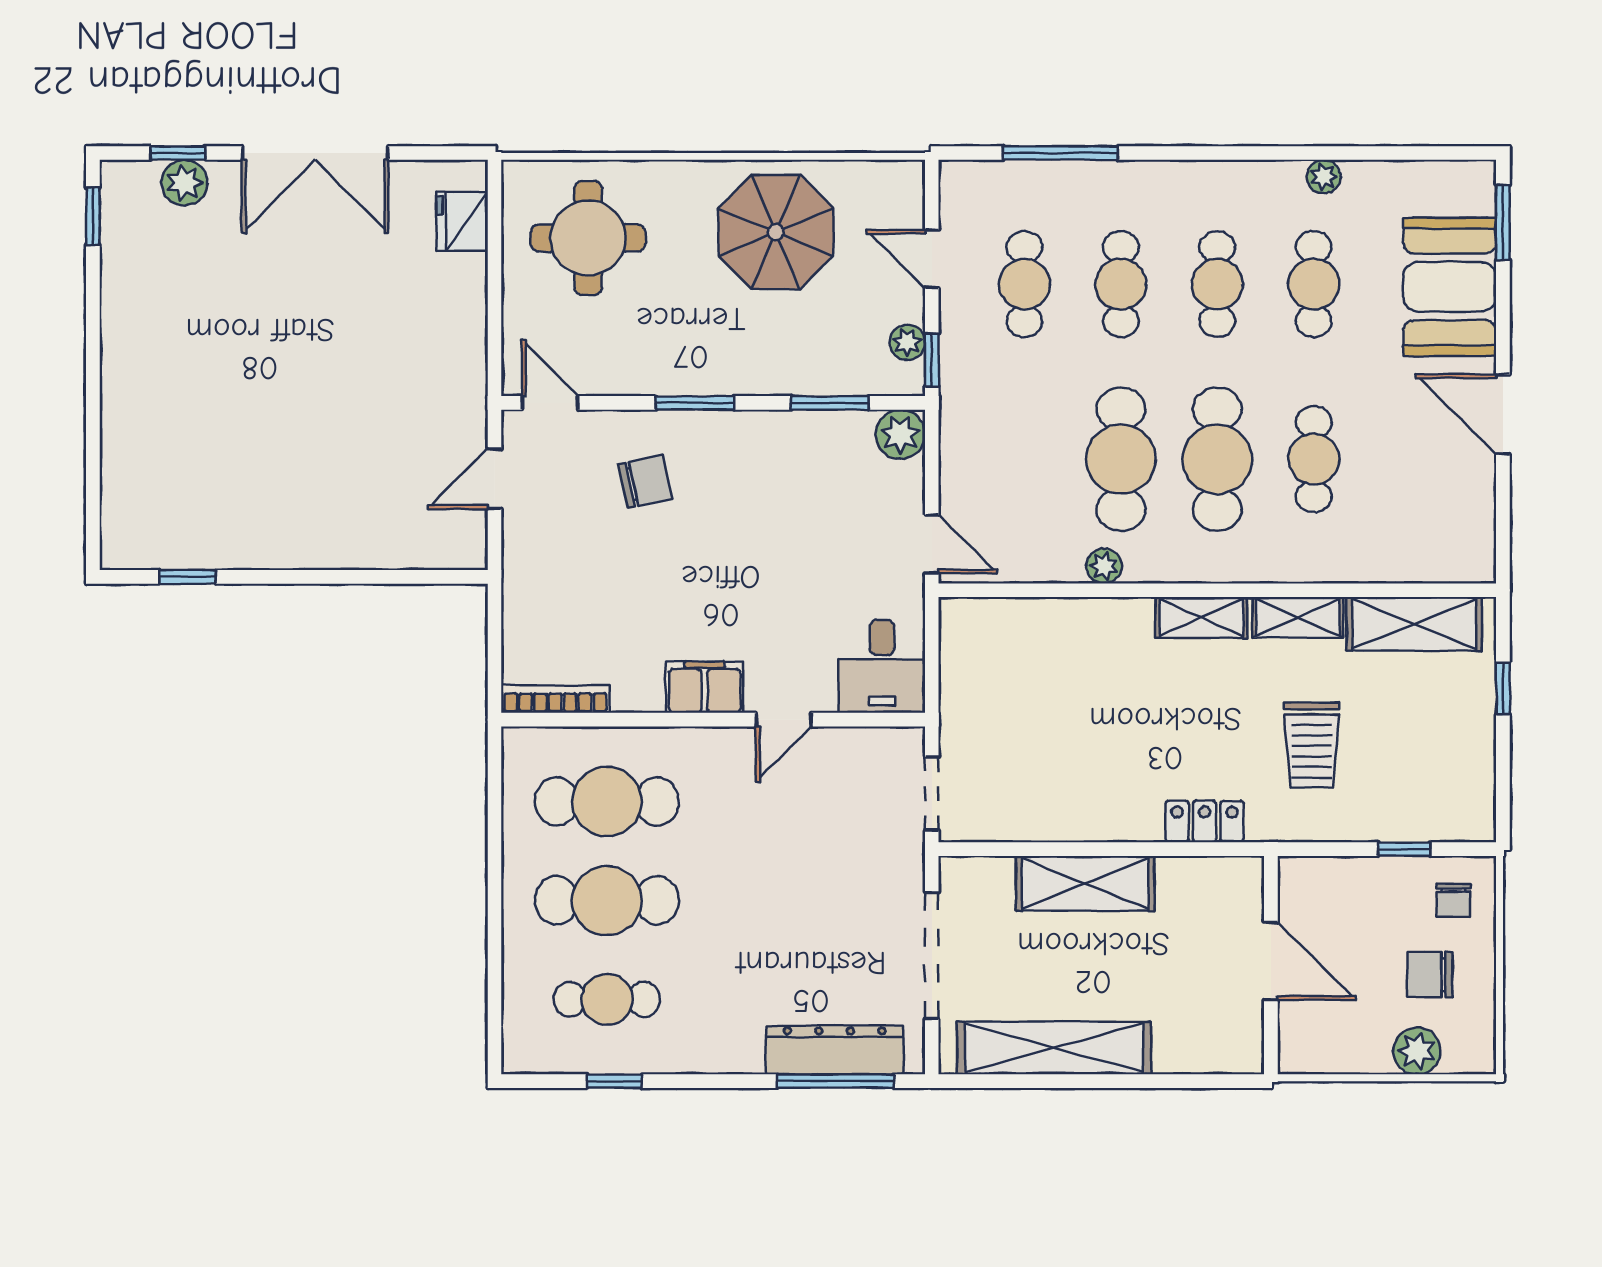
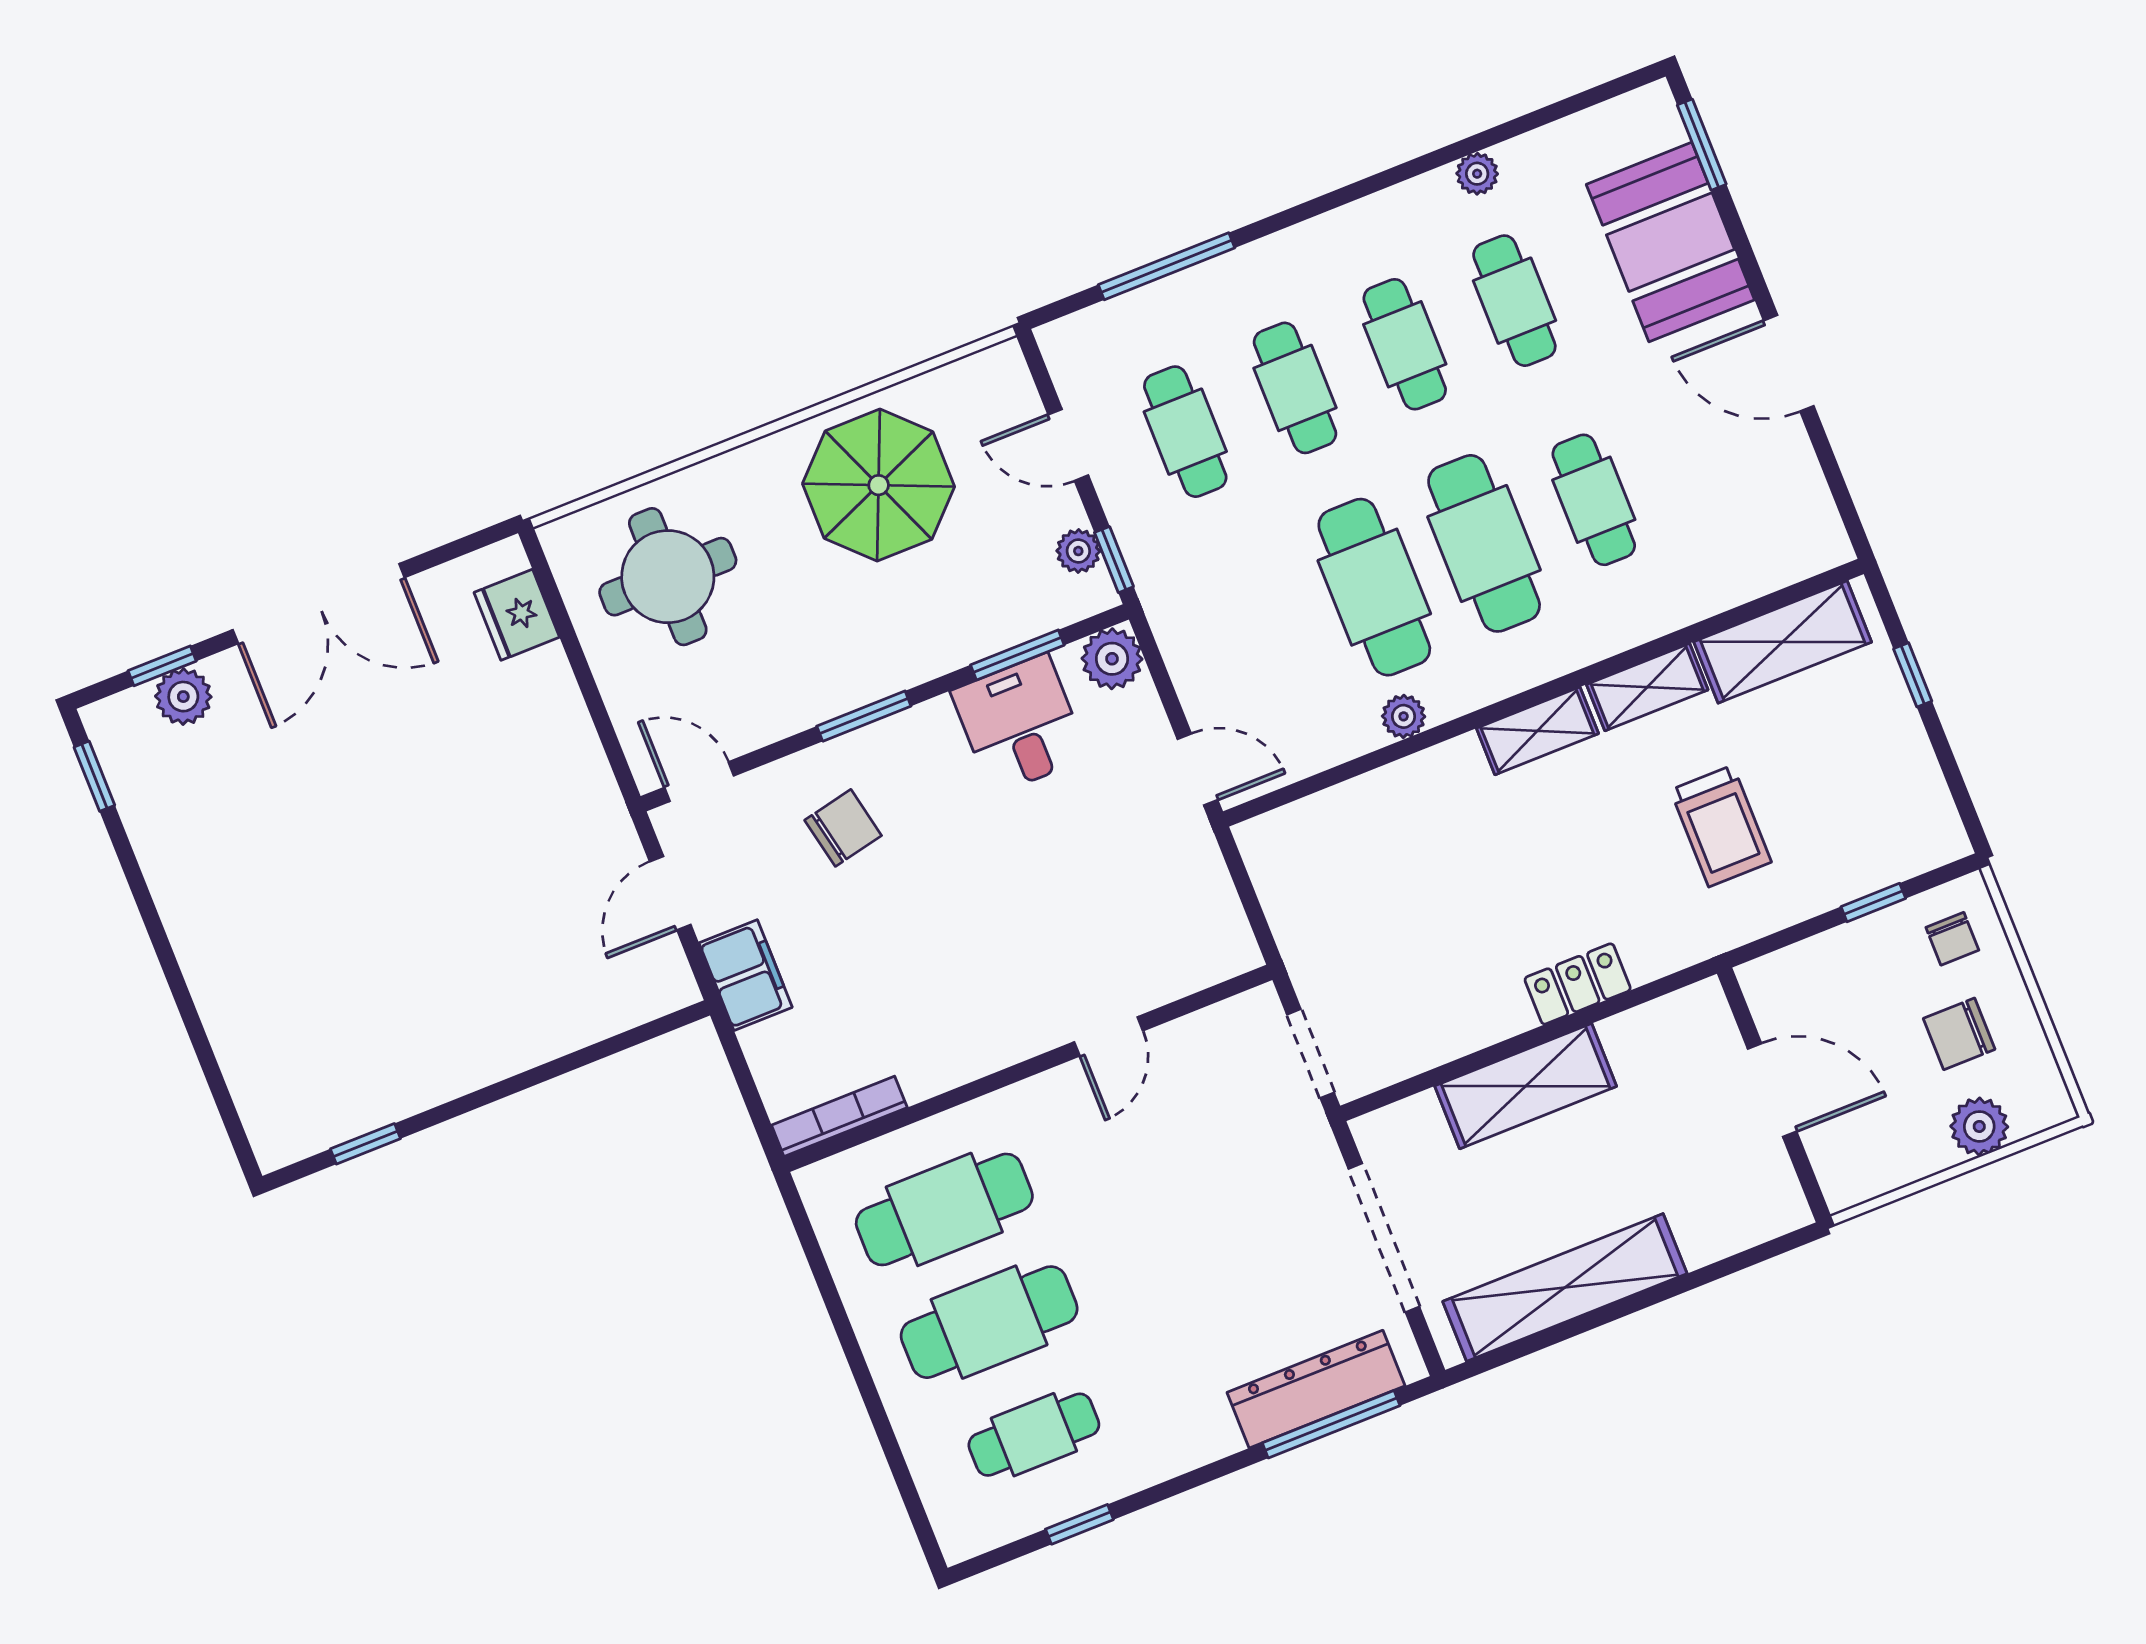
desk: (882, 666) -> (1020, 724), moved, turned 180
filing cabinet: (705, 687) -> (746, 975), moved, turned 90
locker: (1204, 822) -> (1578, 984), moved

